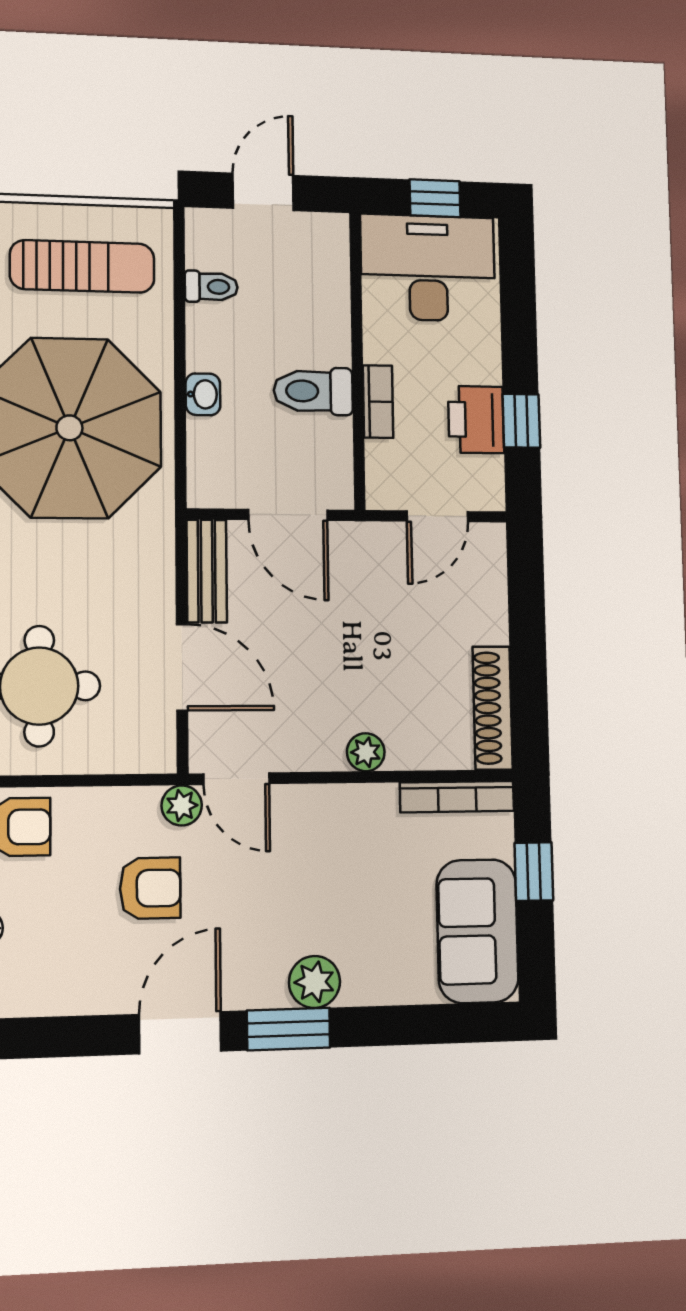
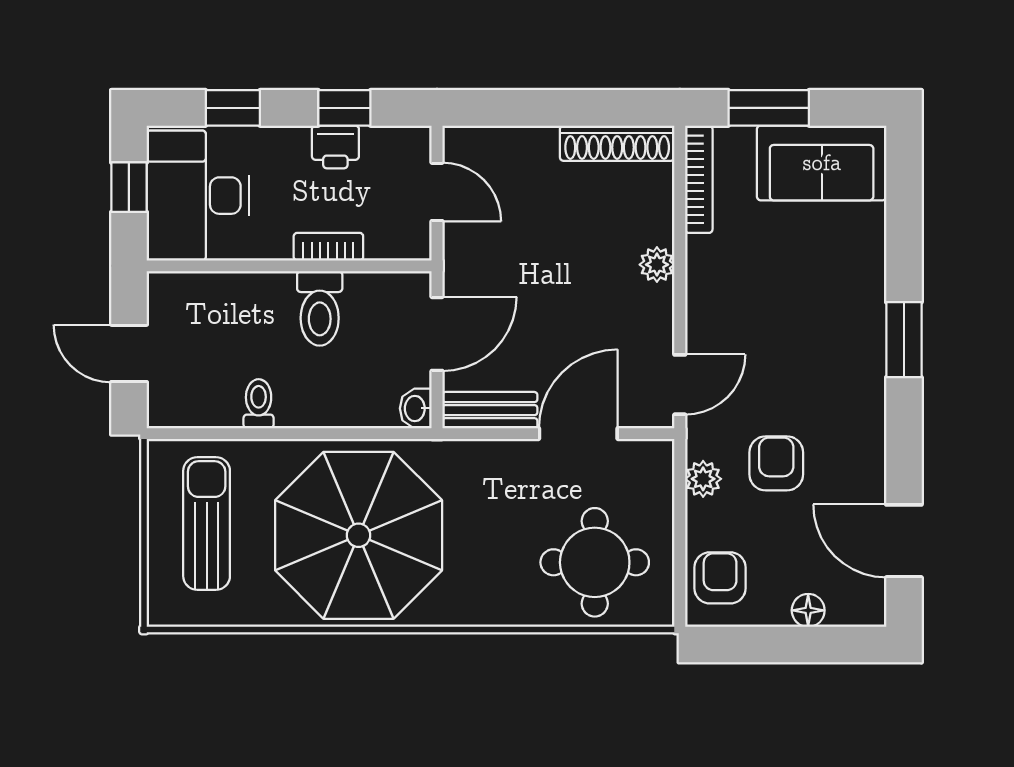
toilet: (211, 287) -> (259, 404), moved
window: (518, 306) -> (233, 108), added
washbasin: (203, 394) -> (416, 408), moved, turned -90
printer: (476, 420) -> (335, 147), width x0.73, depth x0.81
plant: (182, 805) -> (703, 479), moved
window: (534, 872) -> (769, 108), width x1.50
plant: (314, 982) -> (863, 315), removed
door: (180, 1033) -> (904, 541), moved

